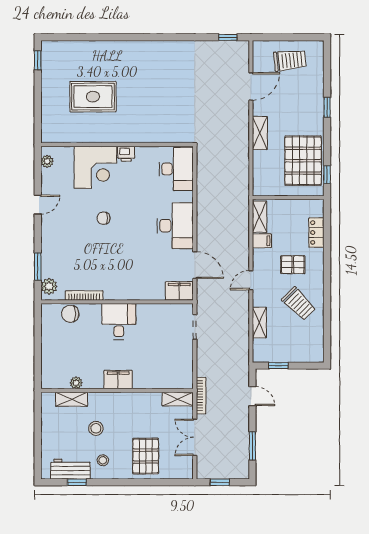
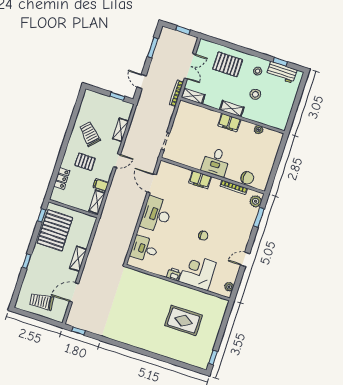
desk: (176, 169) -> (144, 249), width x0.73
filing cabinet: (179, 291) -> (200, 180), moved
shelving: (72, 399) -> (232, 109), moved
pallet: (146, 456) -> (228, 64), turned 90

